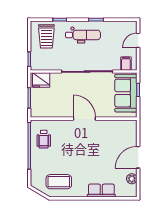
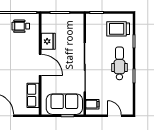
dental chair: (83, 35) -> (119, 63), turned 180
fridge: (41, 80) -> (48, 41), moved, turned 180
door: (84, 119) -> (40, 65), hinge flipped
row of seats: (117, 126) -> (33, 95), added

